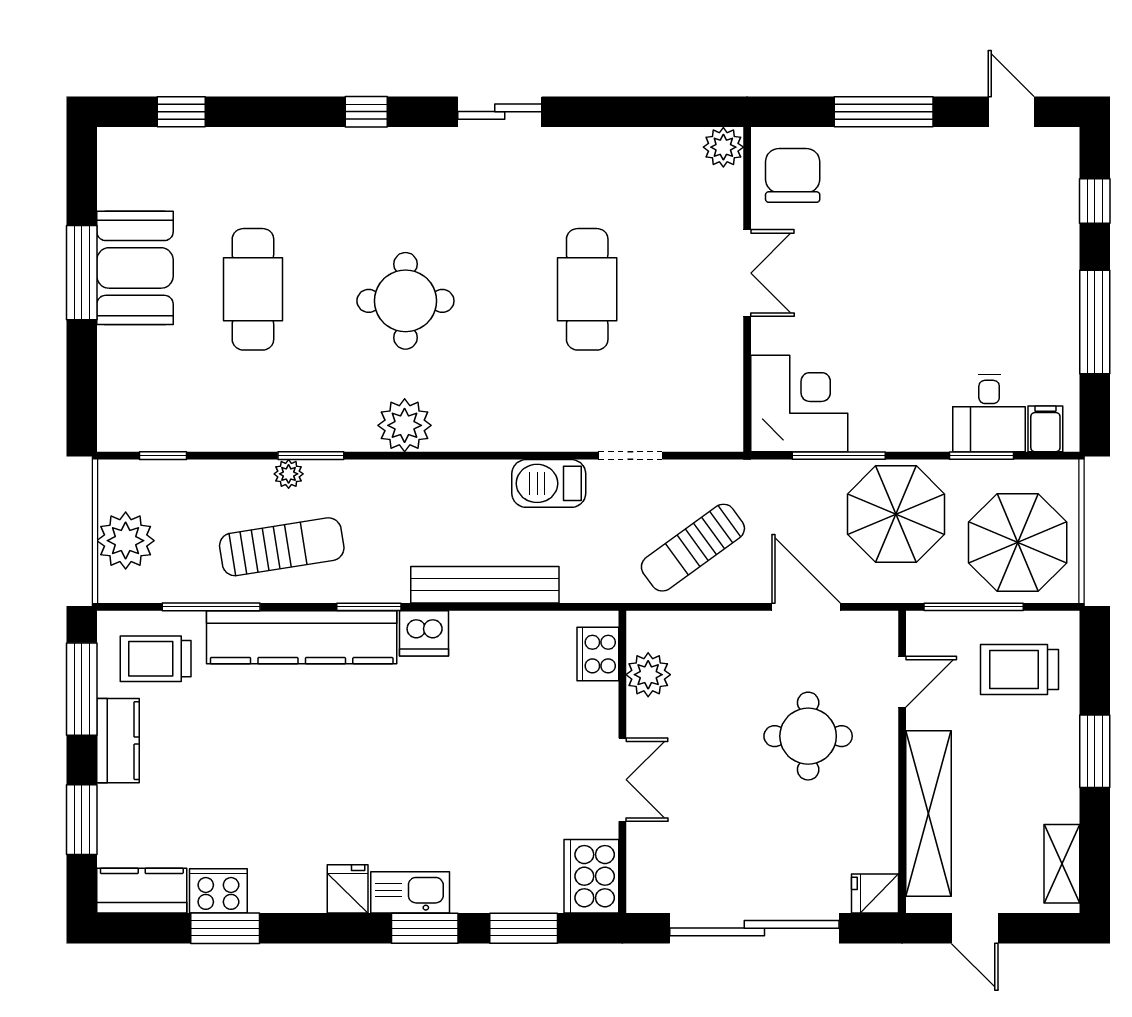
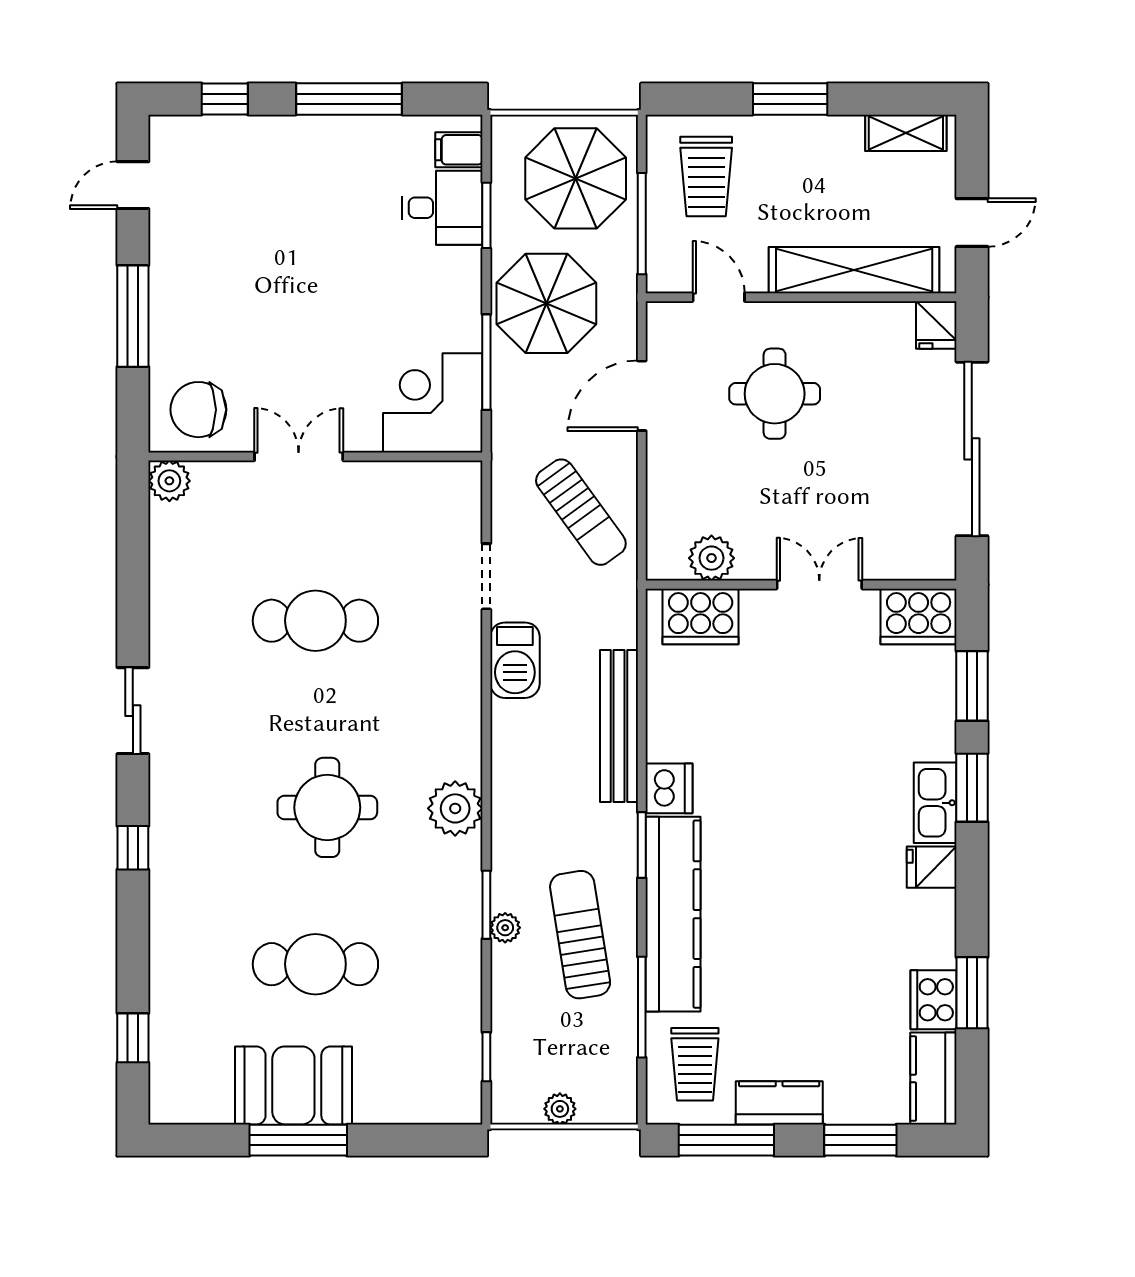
plant: (126, 541) -> (560, 1109), width x0.53, depth x0.53
cooker: (598, 654) -> (701, 616), width x1.37, depth x1.31

